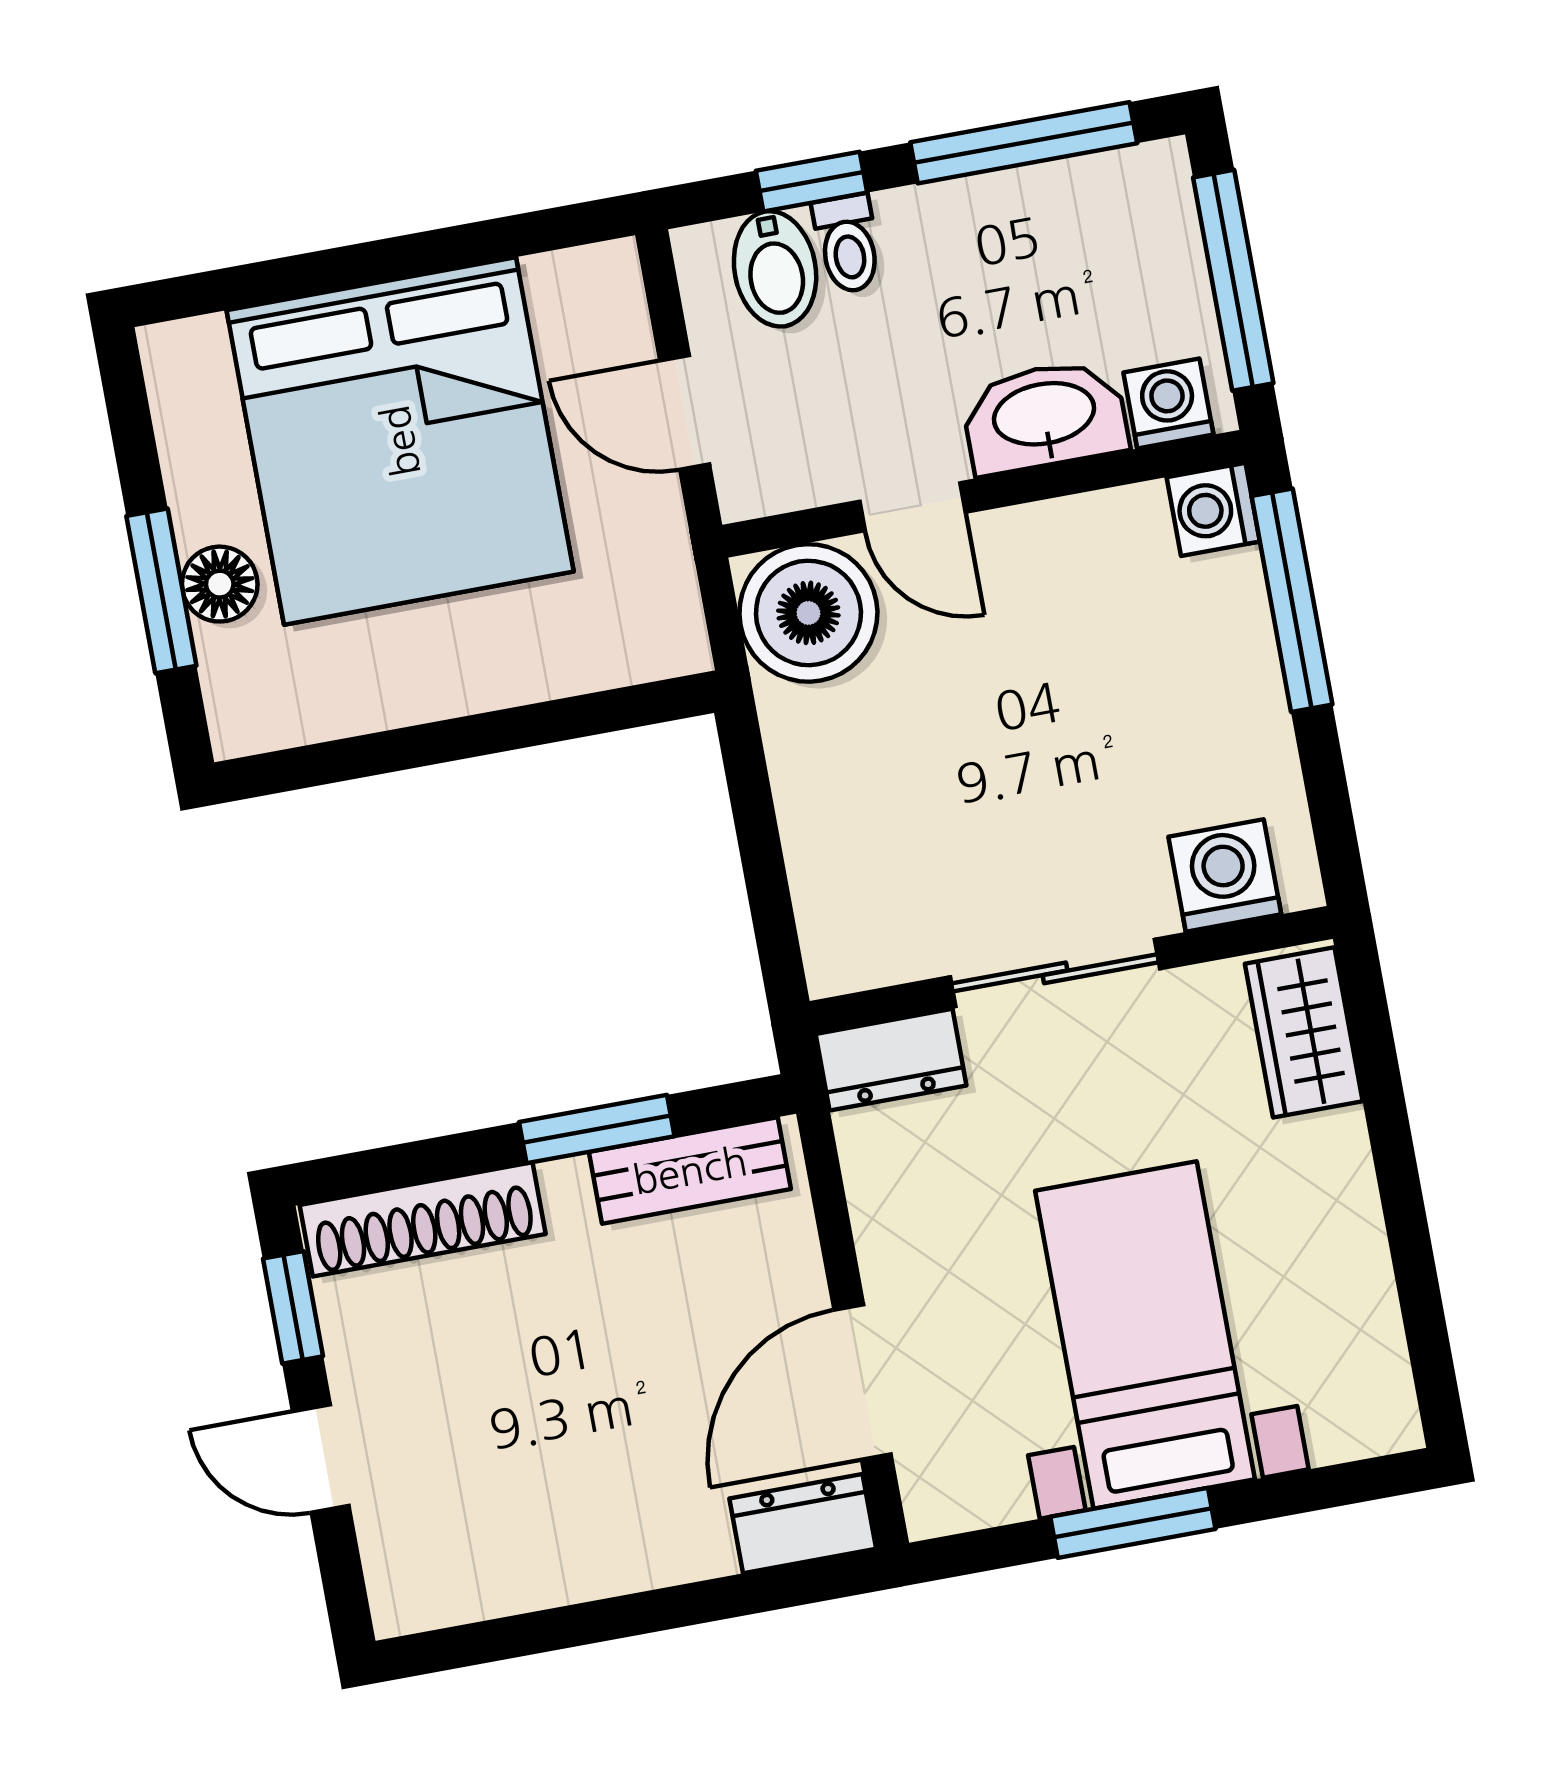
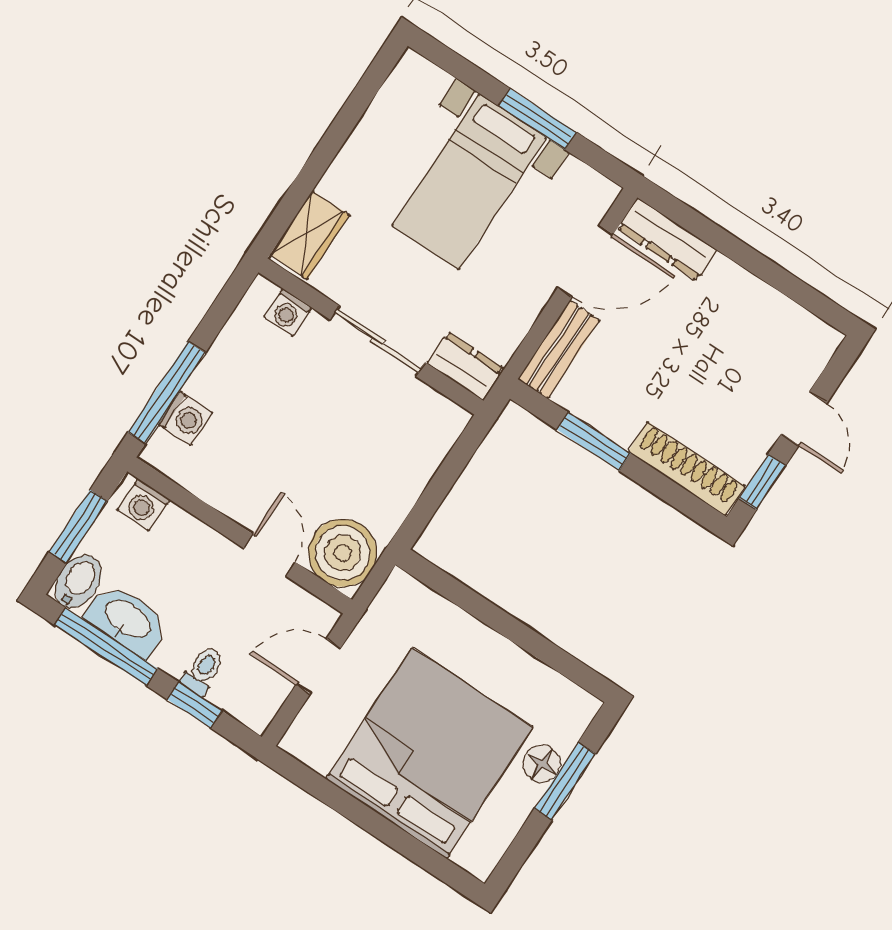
bidet: (775, 269) -> (78, 582), moved
window: (1233, 280) -> (78, 526), width x0.69
door: (685, 413) -> (318, 666), swing flipped
washbasin: (1044, 417) -> (127, 620), moved, turned 180
washing machine: (1213, 509) -> (186, 418), moved
washing machine: (1225, 875) -> (288, 312), width x0.73, depth x0.73
bench: (690, 1170) -> (559, 350), moved, turned 90
dresser: (803, 1524) -> (667, 239), width x1.44

